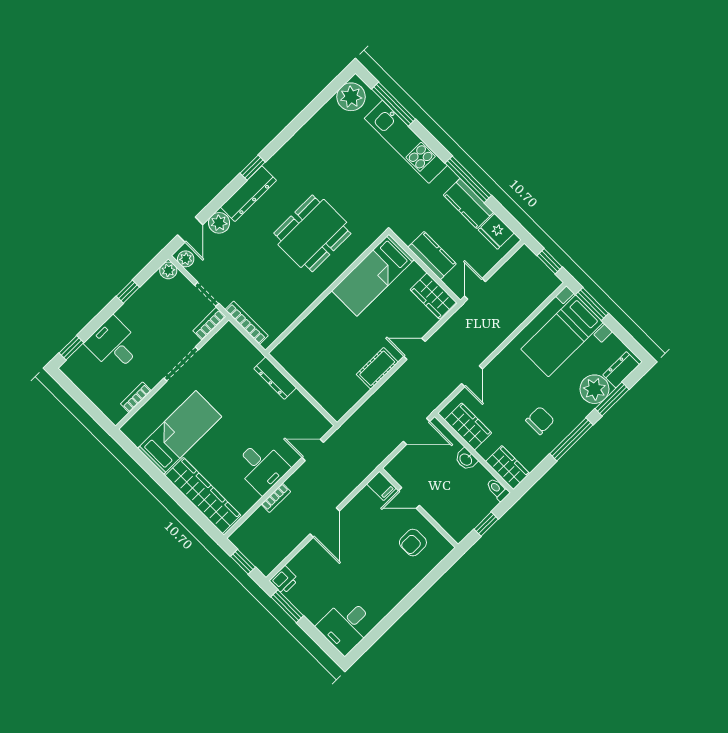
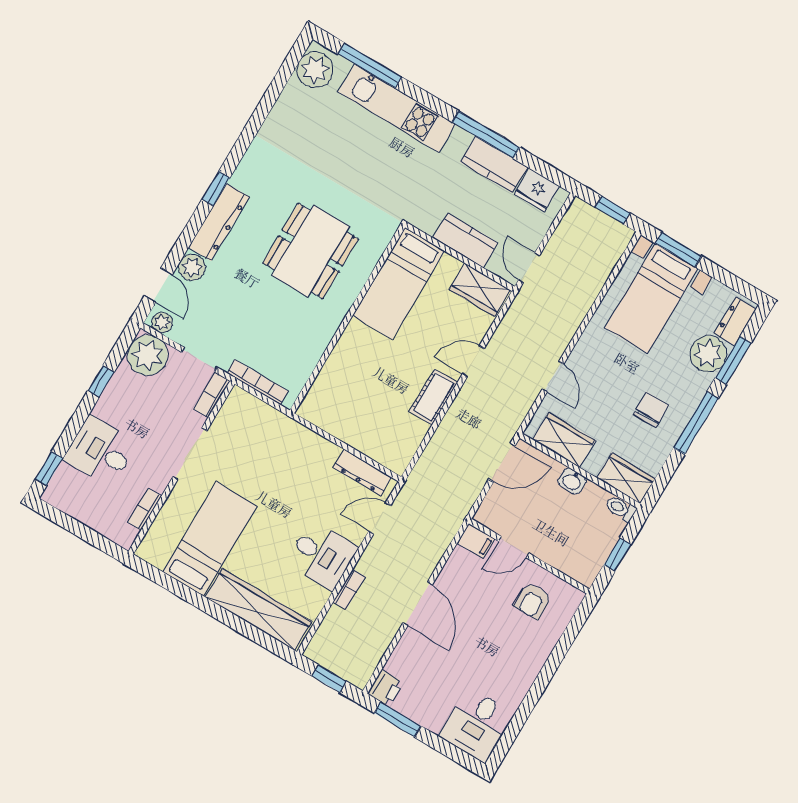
plant: (168, 270) -> (148, 355), width x1.88, depth x1.88
dresser: (275, 378) -> (362, 472), moved

